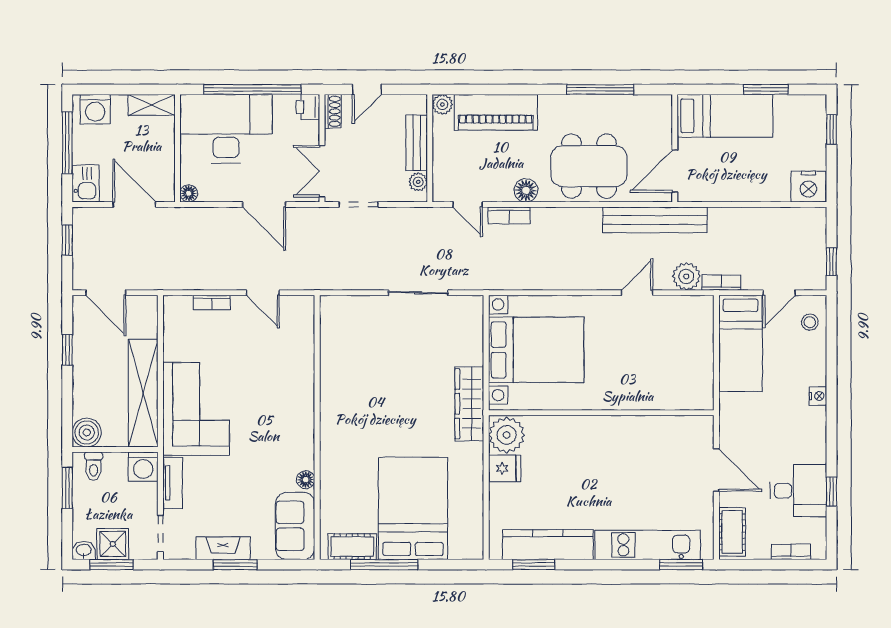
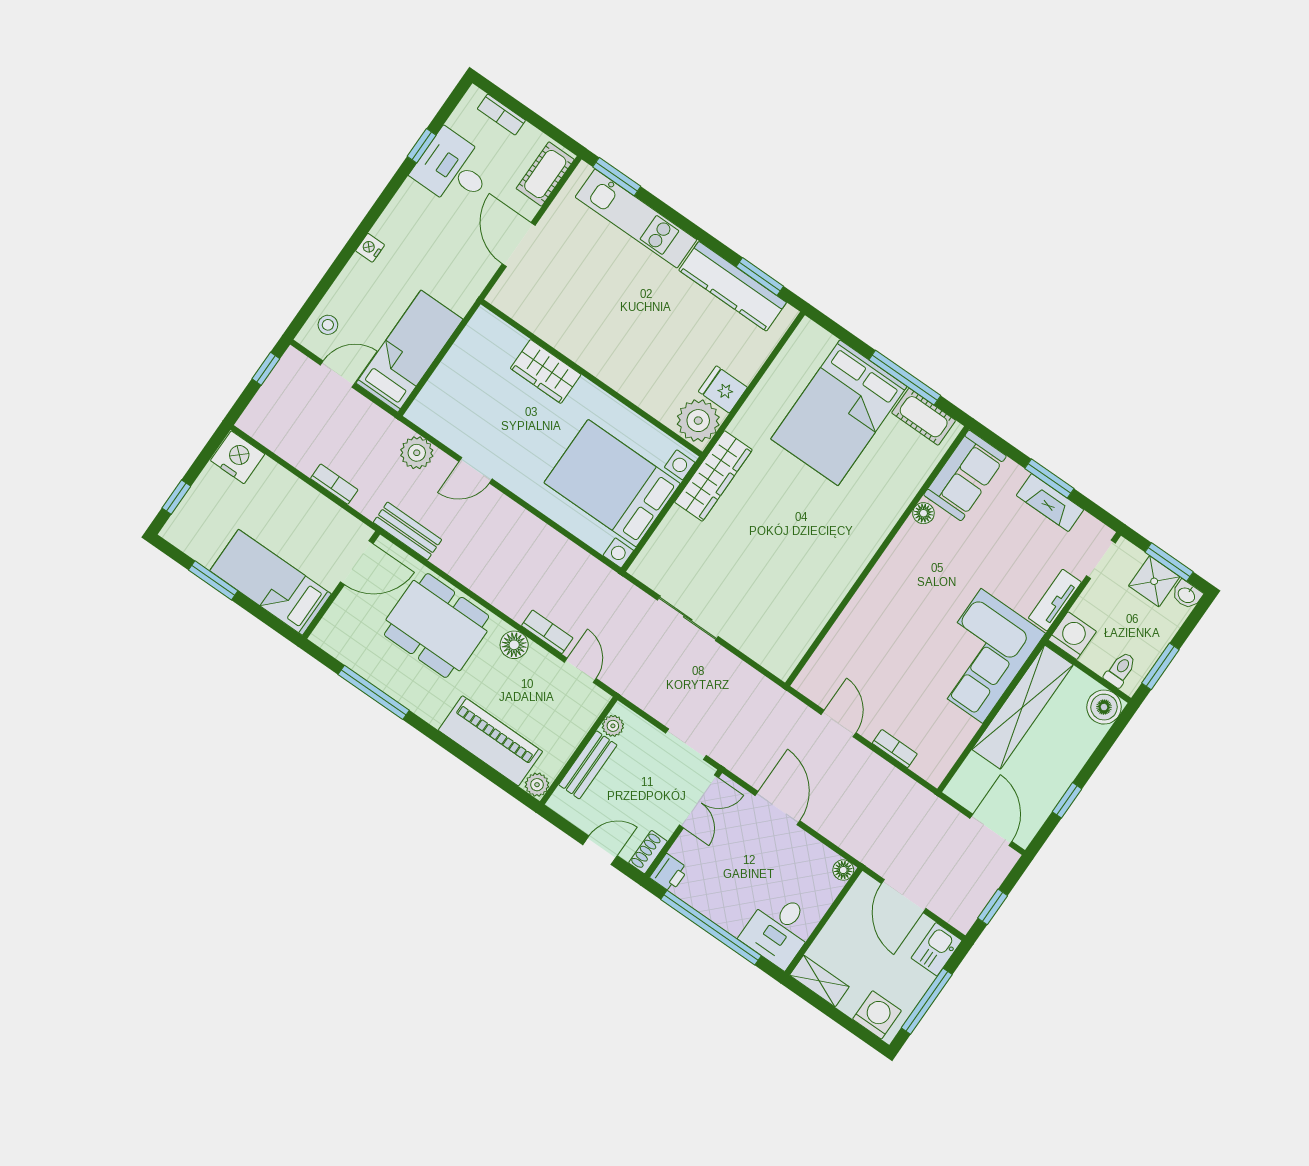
desk: (226, 129) -> (779, 930), width x0.53, depth x0.77
bench: (655, 220) -> (407, 531), width x0.54, depth x0.82
bookcase: (721, 283) -> (334, 484), moved, turned 180
wardrobe: (636, 395) -> (546, 371), added

